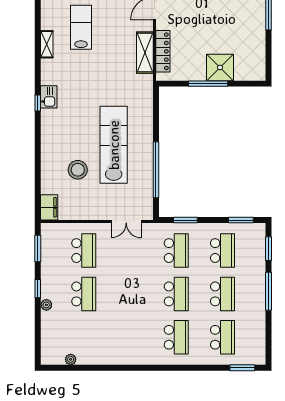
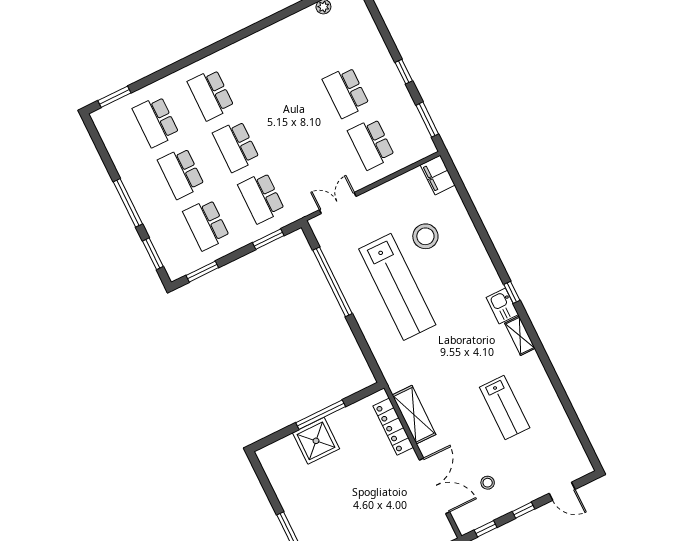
shelving: (47, 44) -> (520, 336), moved
plant: (46, 305) -> (384, 57), removed

